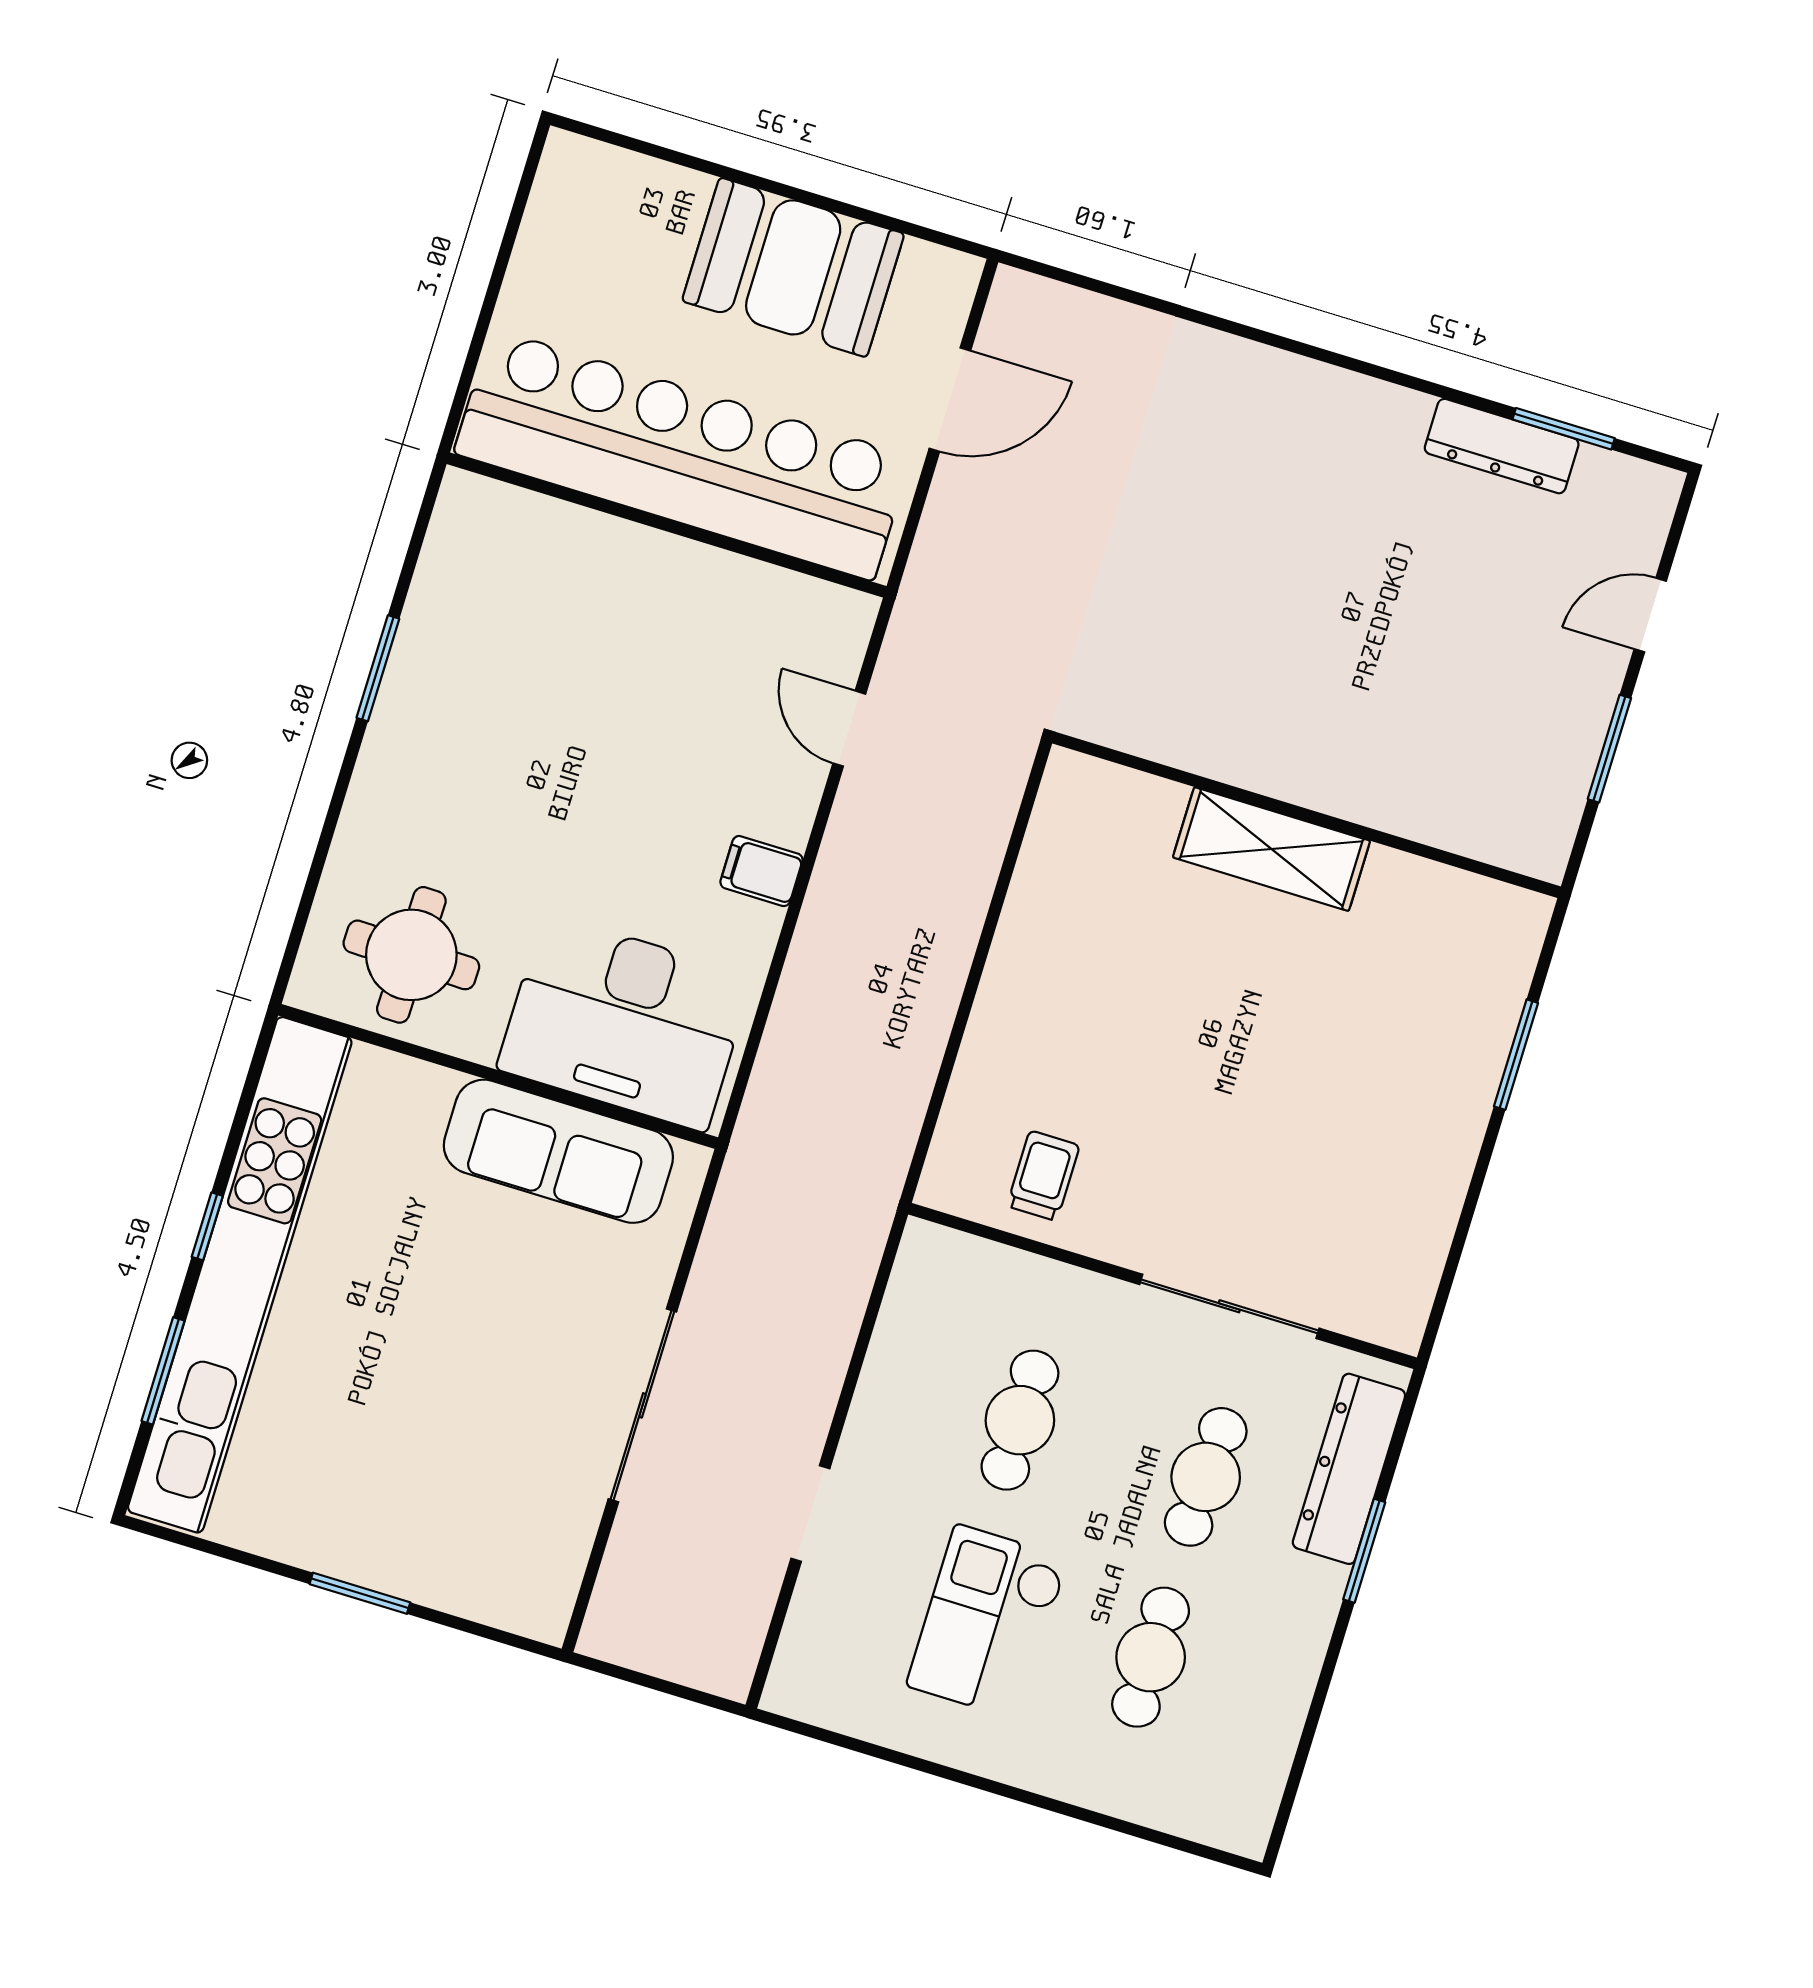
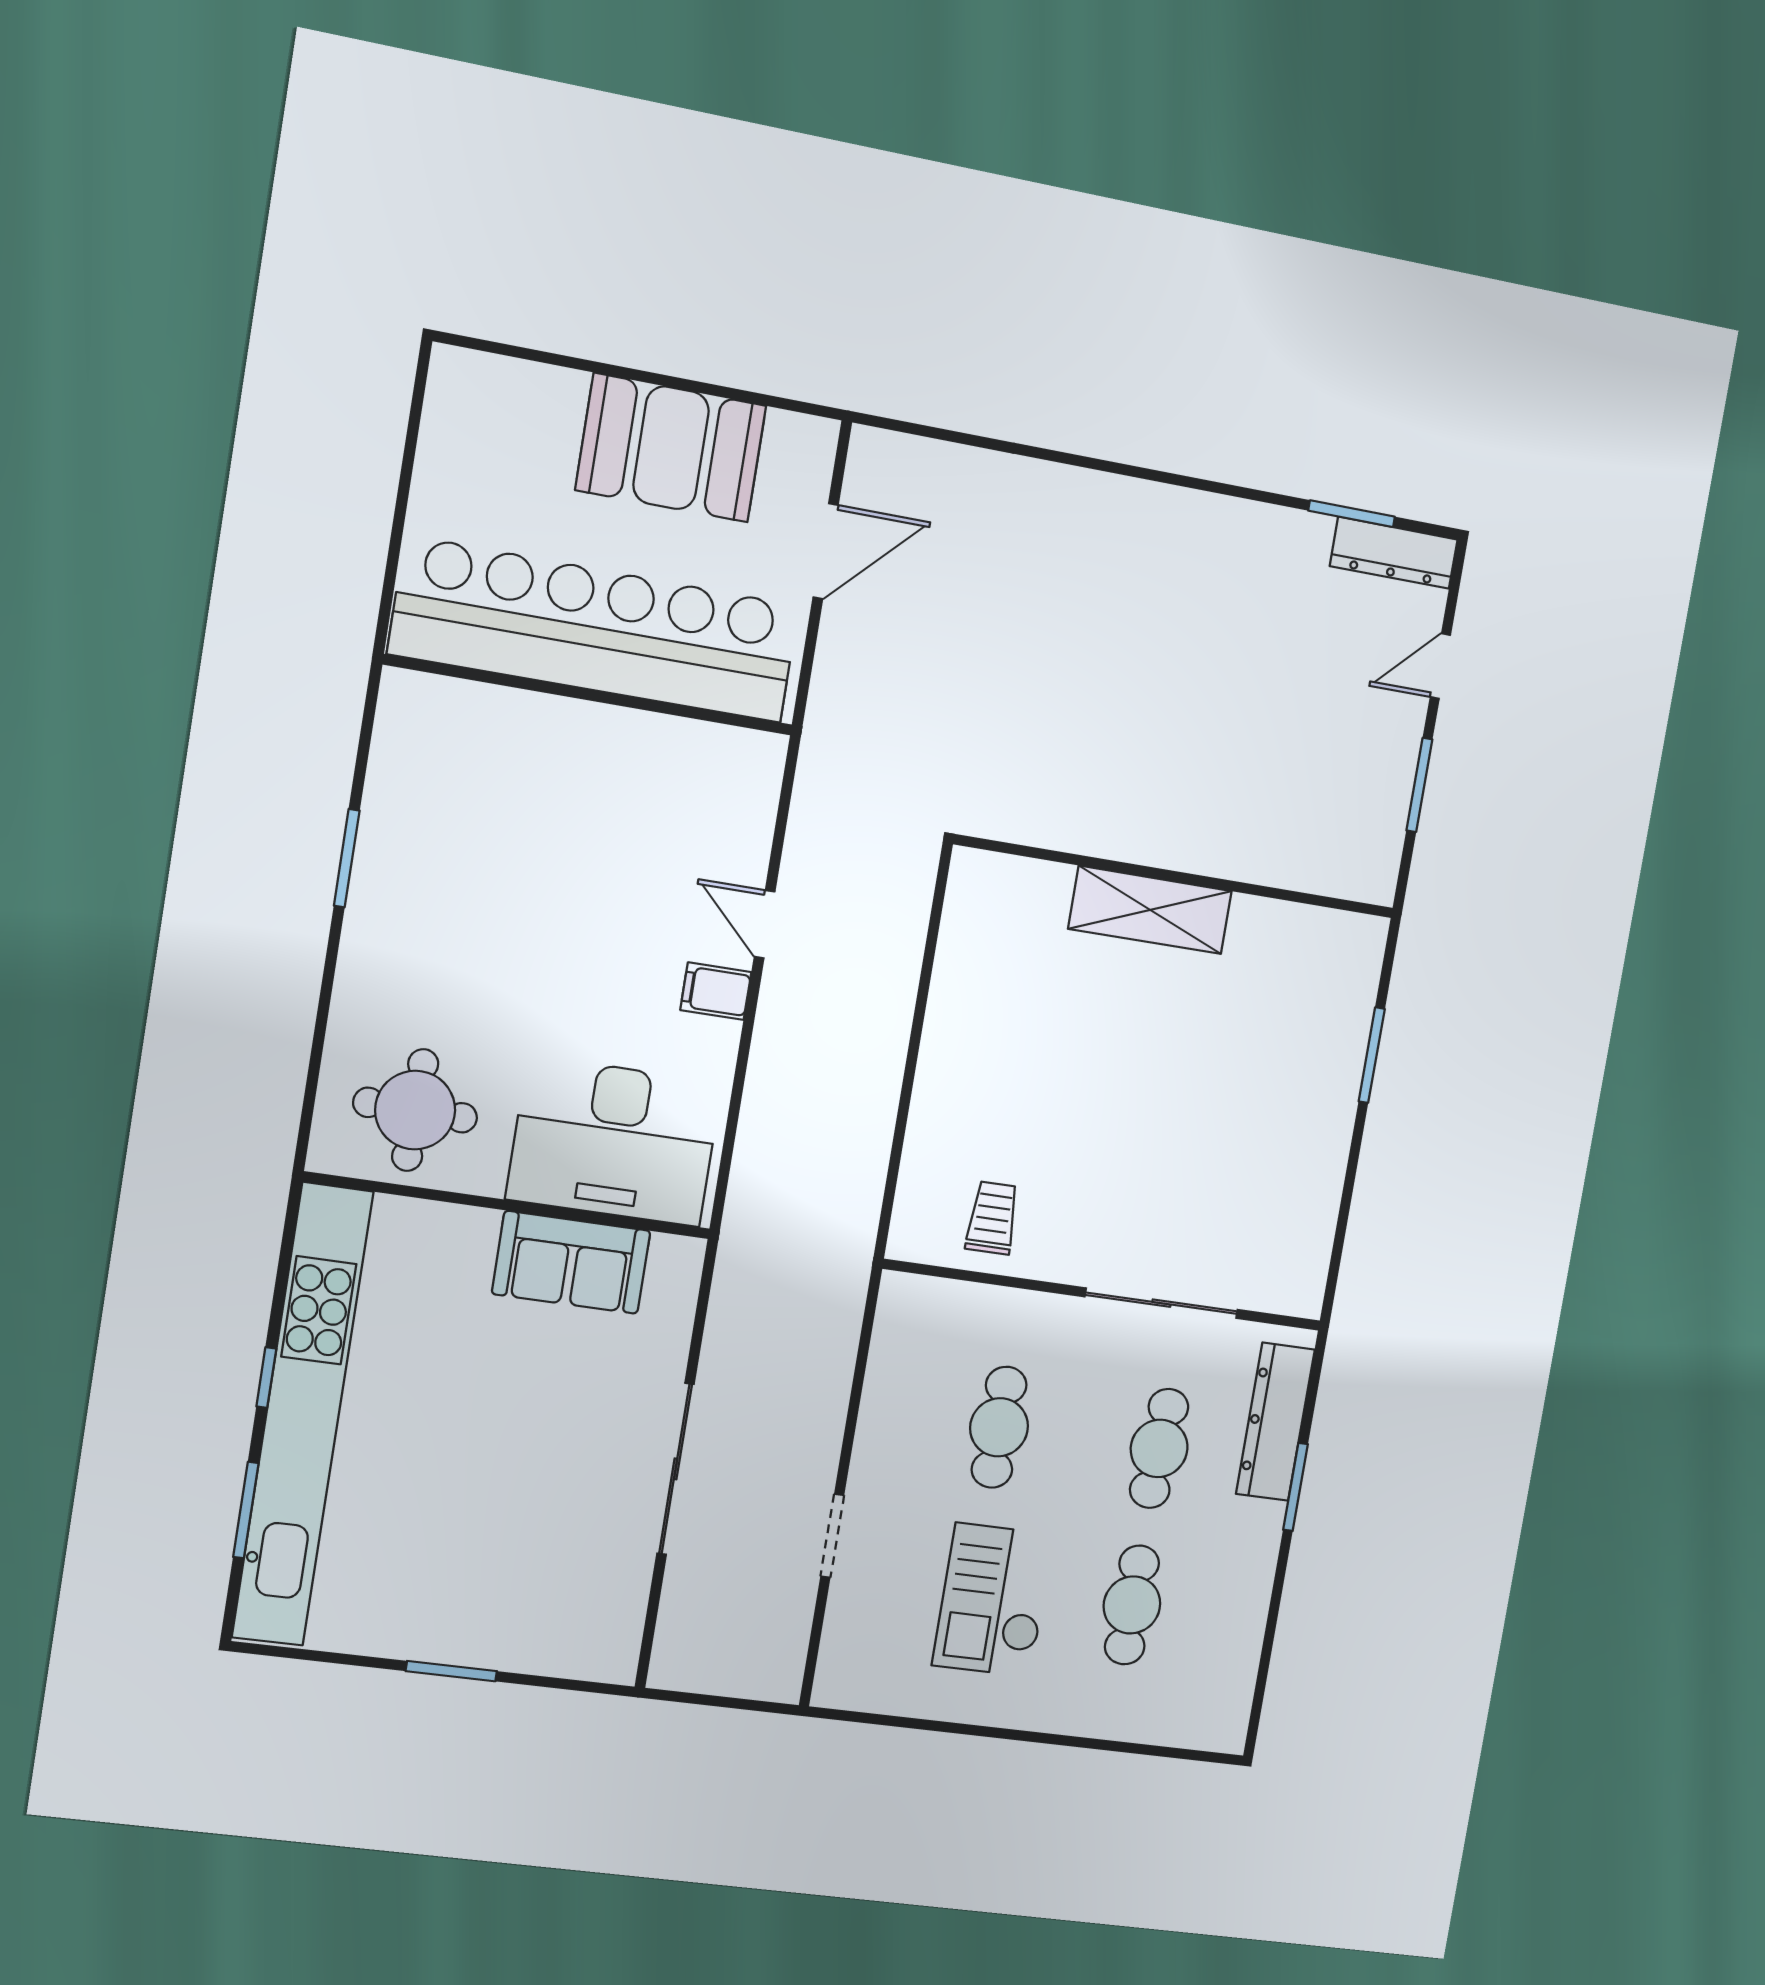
dresser: (1502, 446) -> (1394, 553), moved
door: (849, 729) -> (765, 924), moved
sofa: (558, 1151) -> (571, 1262), width x0.73

